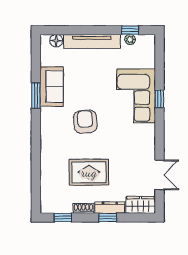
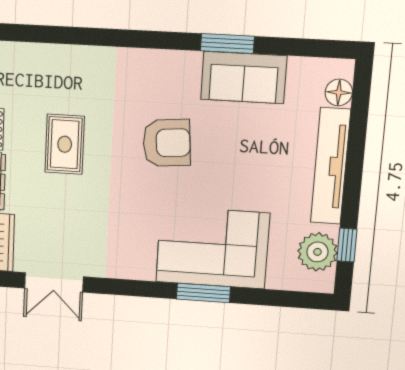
plant: (130, 39) -> (317, 252), width x1.87, depth x1.87
window: (159, 99) -> (203, 293), width x1.50
rug: (89, 172) -> (65, 144), width x0.73, depth x0.70

